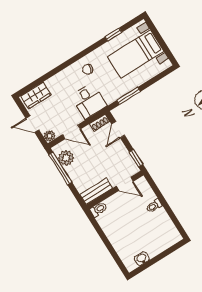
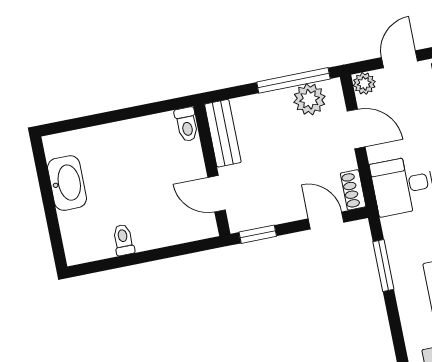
door: (71, 132) -> (356, 129), swing flipped
door: (125, 184) -> (217, 194), hinge flipped
toilet: (154, 206) -> (123, 240), moved
washbasin: (142, 259) -> (67, 183), width x1.91, depth x1.45

